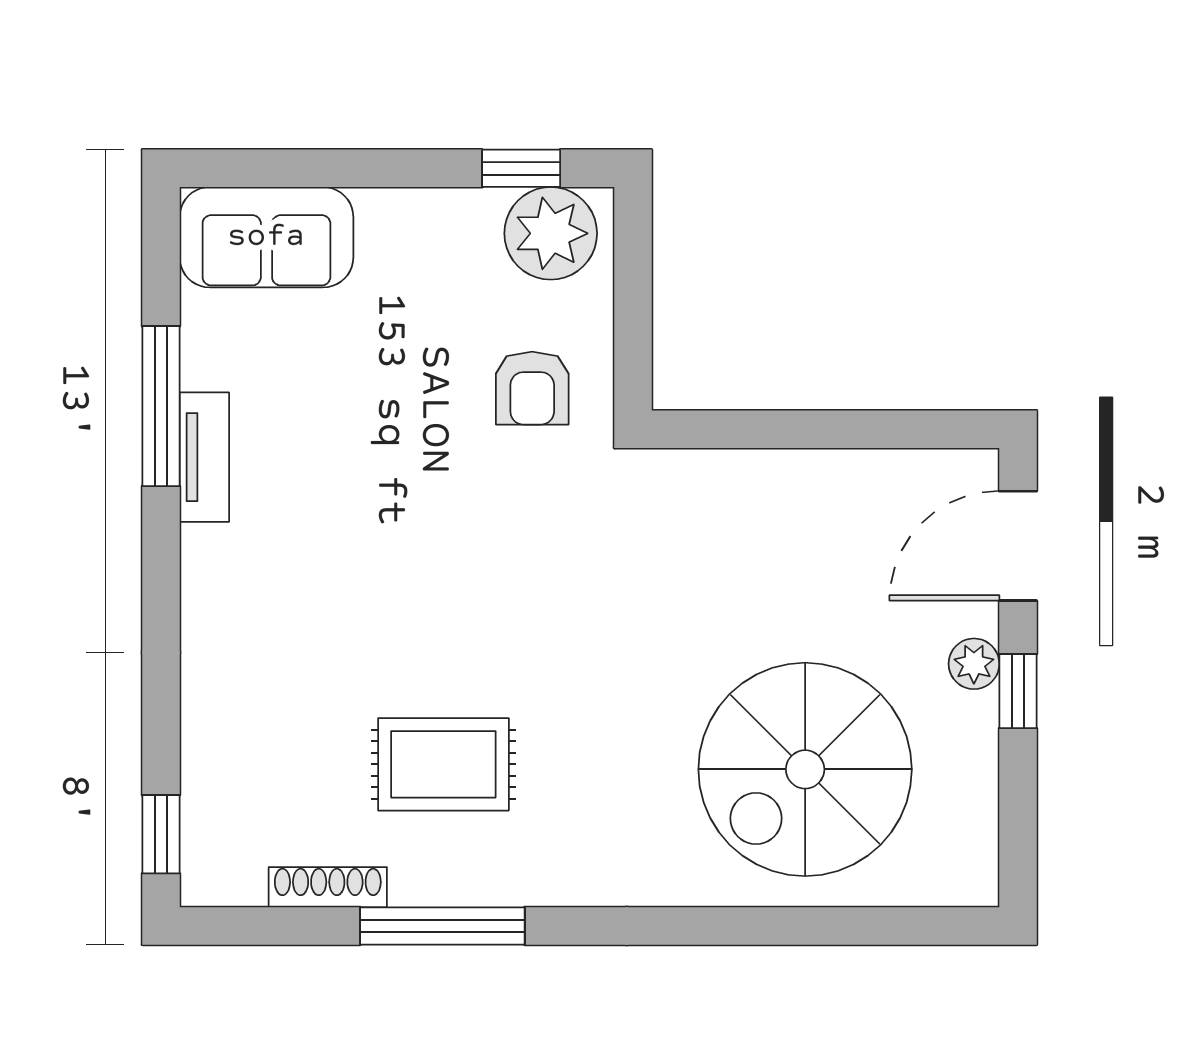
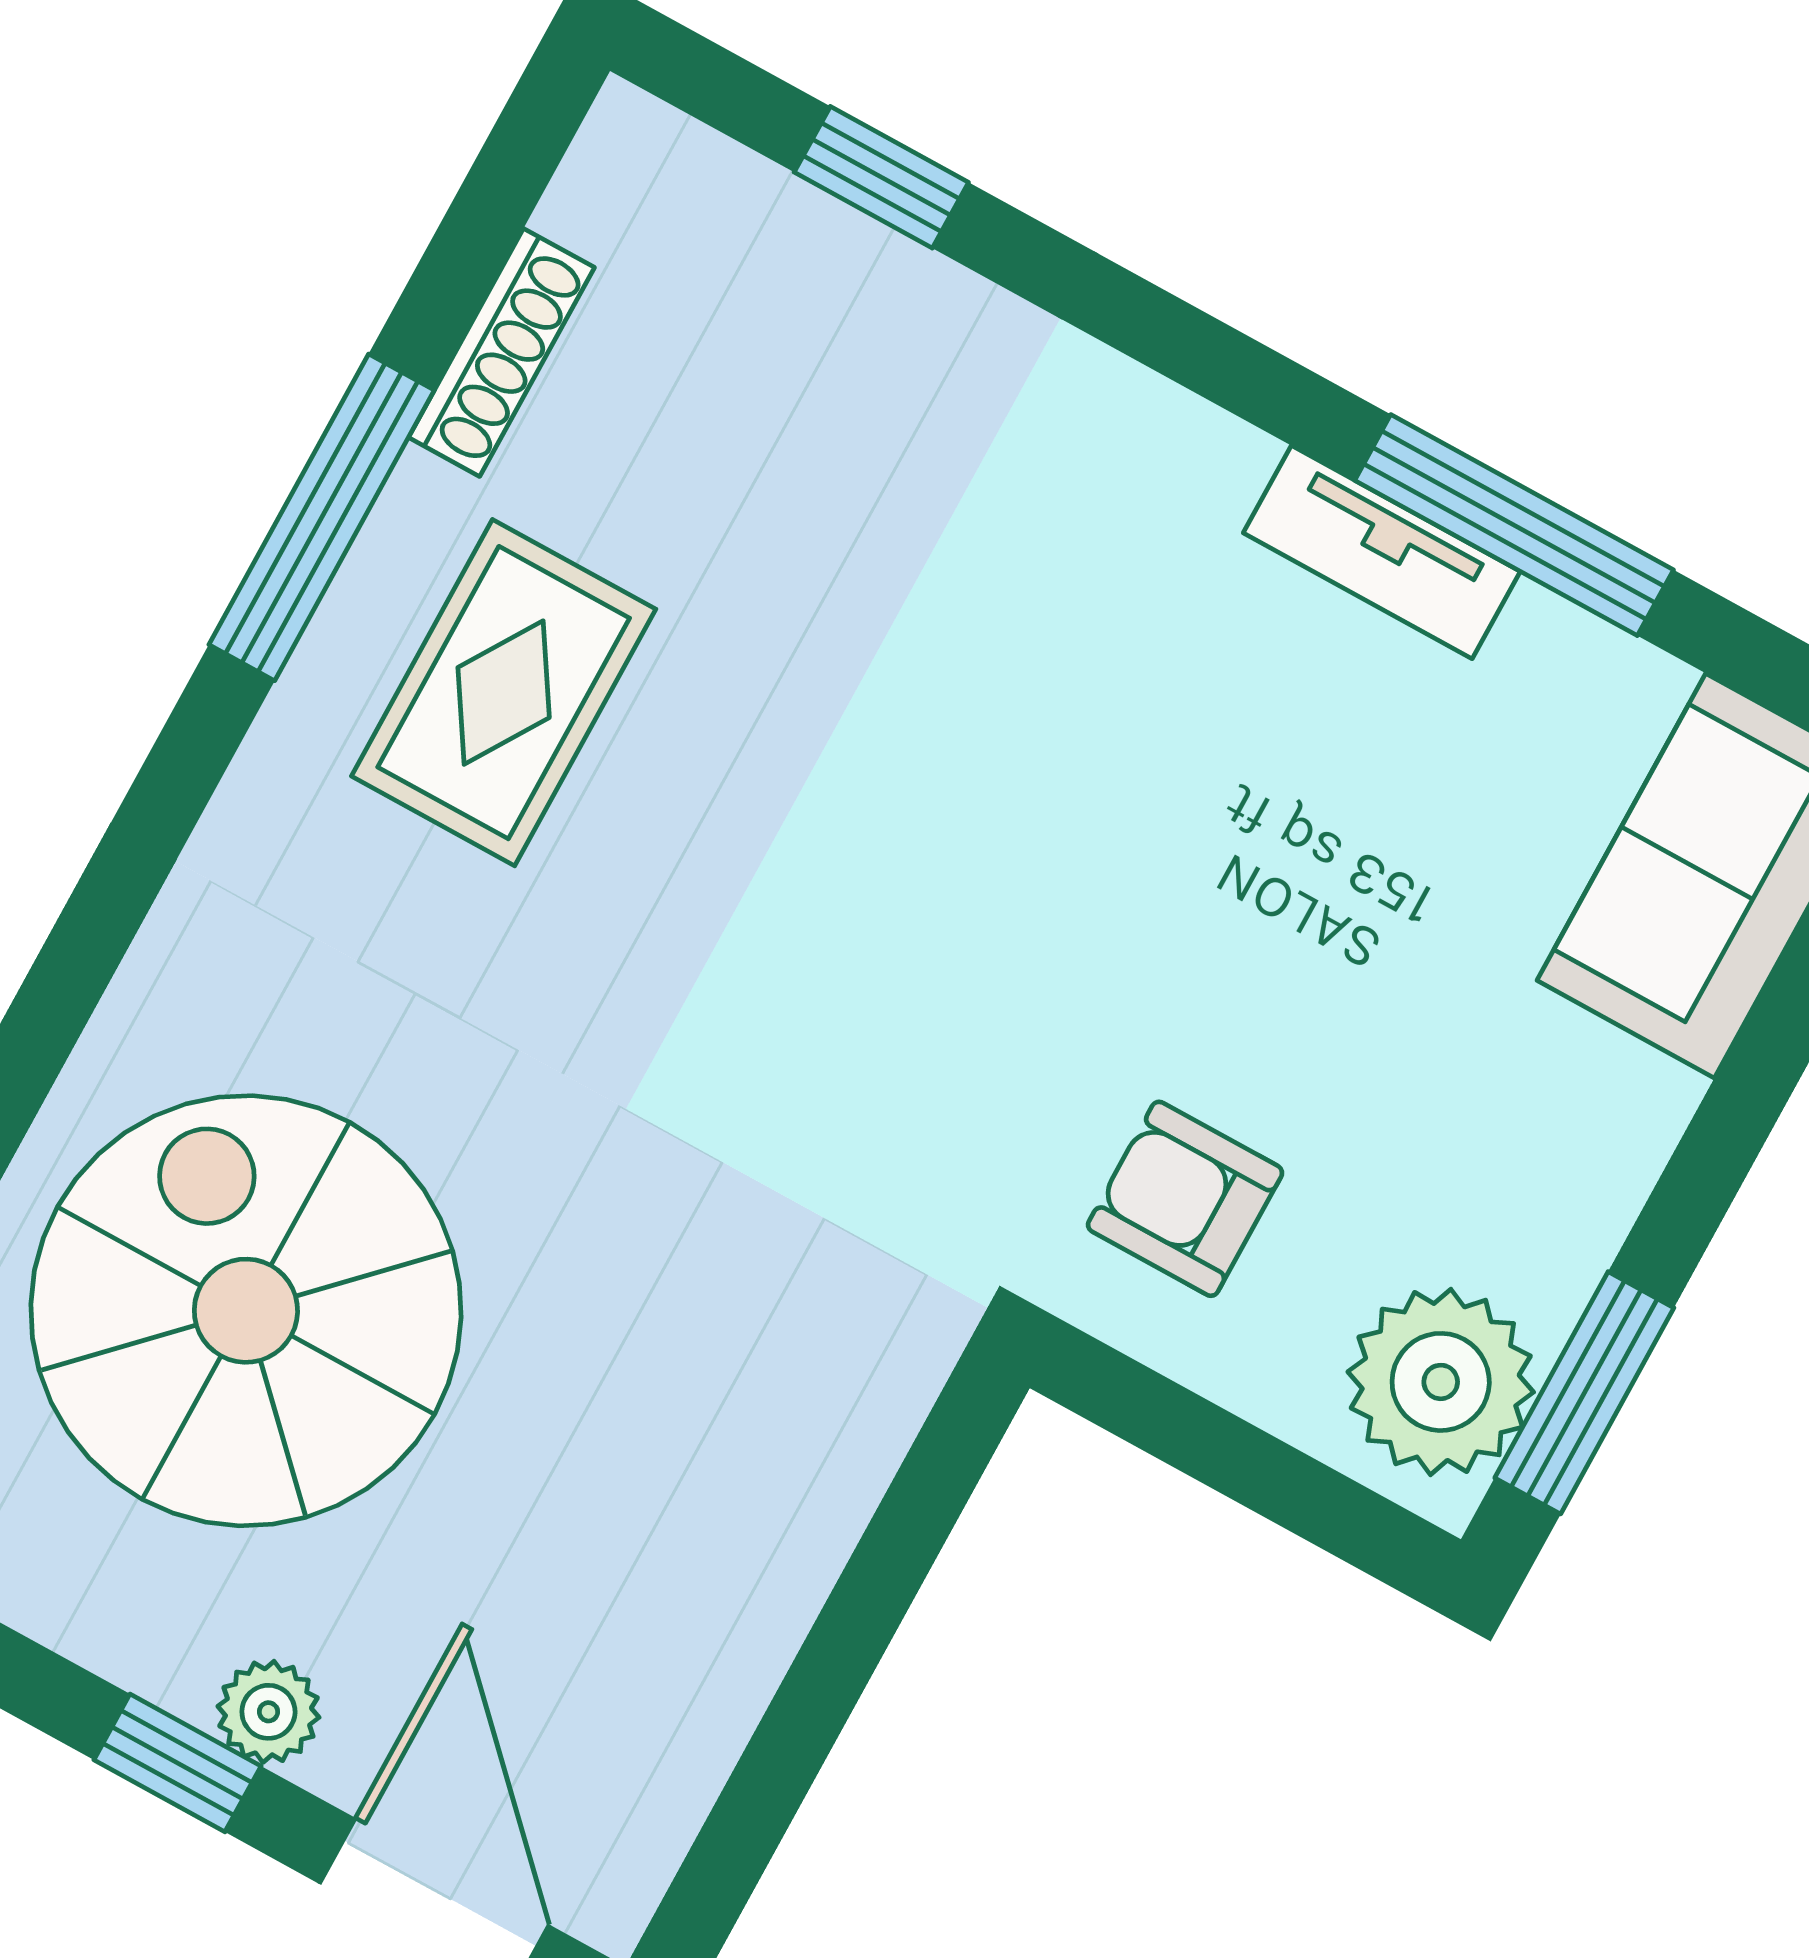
window: (521, 168) -> (1584, 1393), width x1.50
rug: (443, 764) -> (504, 693), moved
window: (161, 834) -> (881, 177), moved

